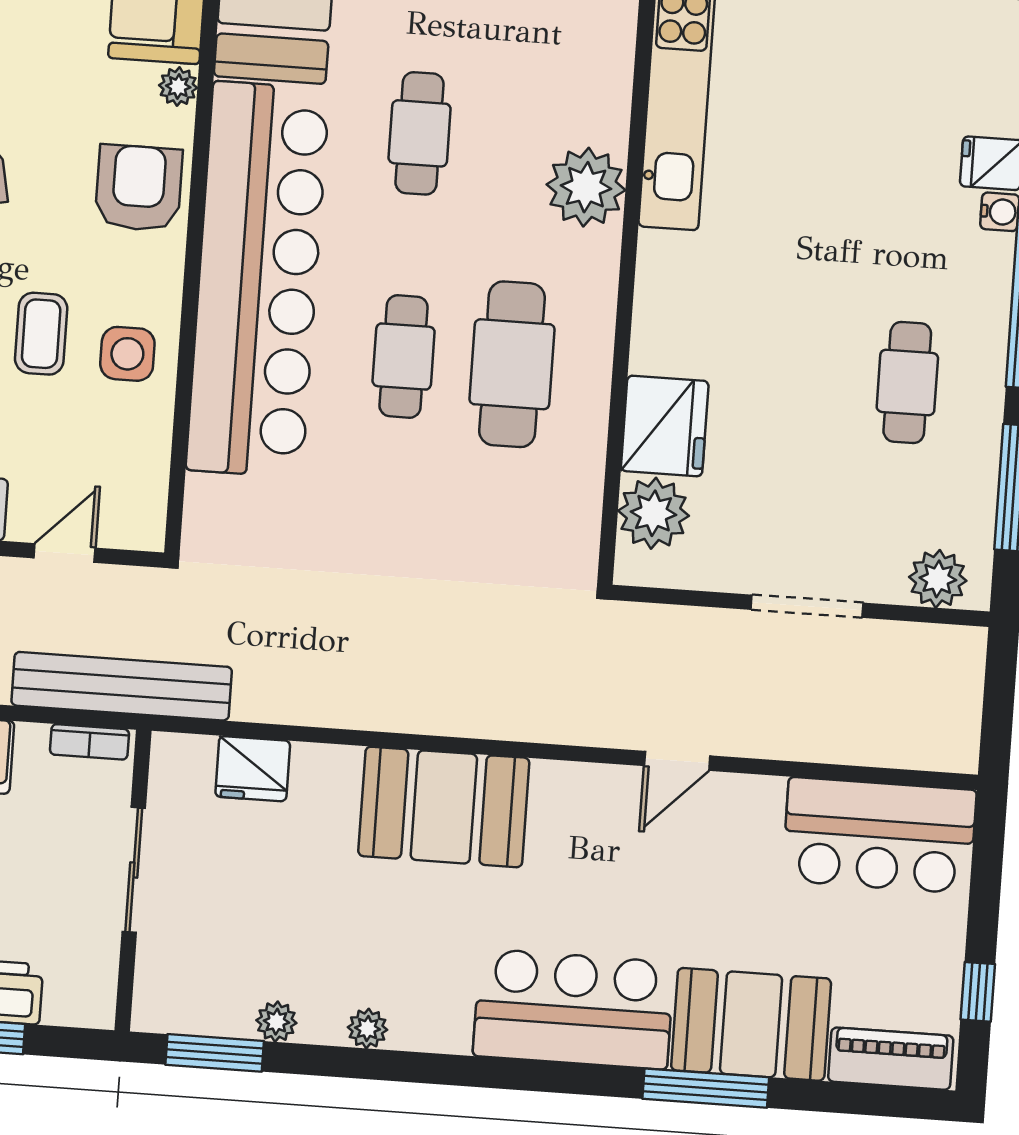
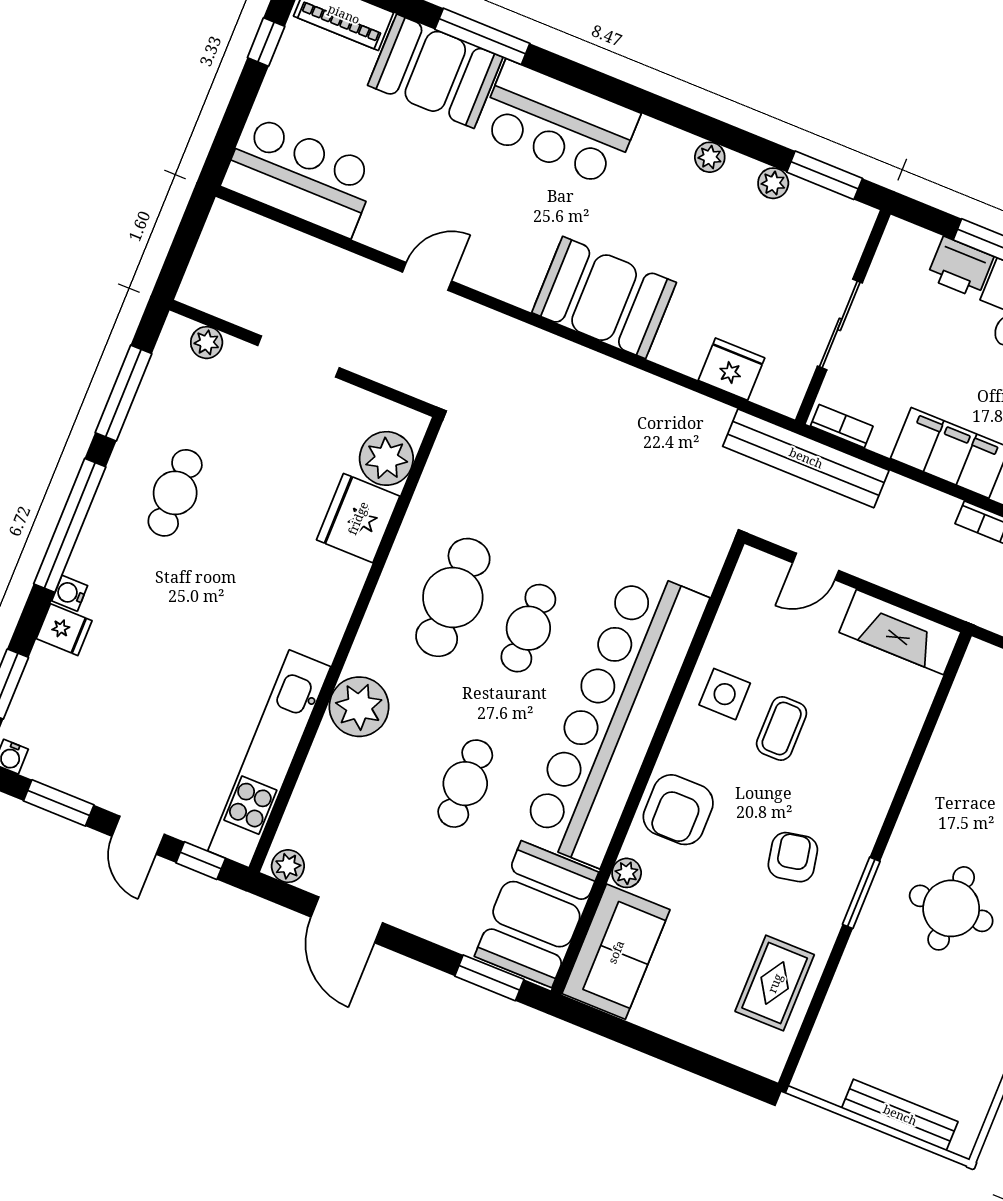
plant: (938, 579) -> (207, 343), width x0.73, depth x0.73

